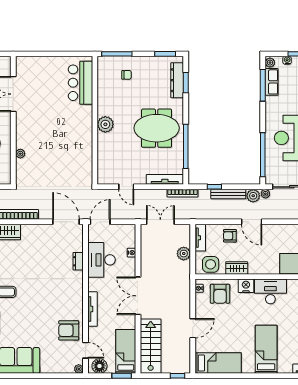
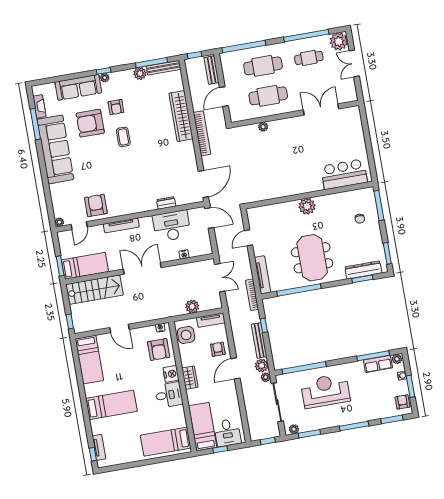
wardrobe: (237, 268) -> (190, 378), moved
desk: (270, 291) -> (169, 395), width x0.73
armchair: (220, 294) -> (159, 350), turned -90
floor lamp: (99, 366) -> (66, 242), removed

